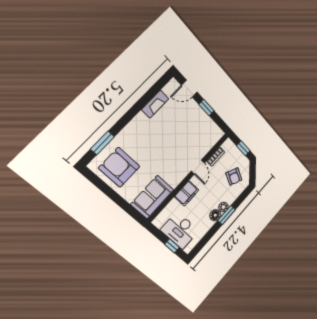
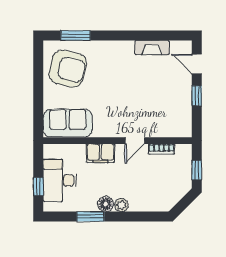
armchair: (119, 167) -> (68, 69), turned 104
armchair: (234, 176) -> (161, 187), removed
window: (227, 215) -> (90, 217), moved

